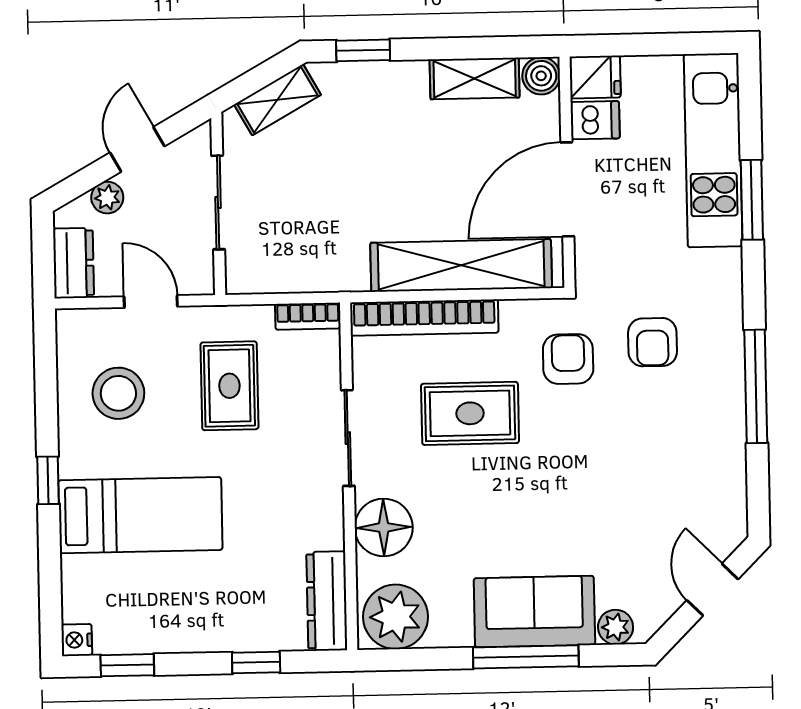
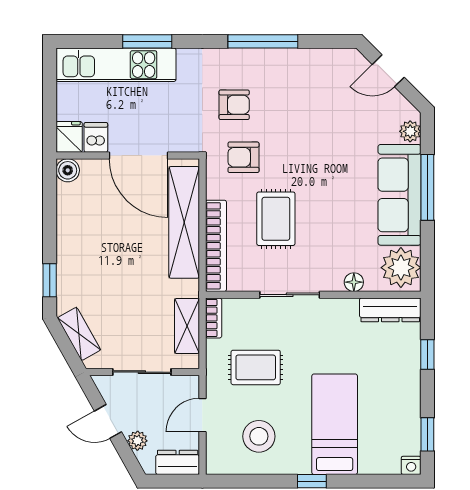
shelving: (475, 78) -> (187, 326), moved
floor lamp: (384, 527) -> (354, 282), width x0.53, depth x0.53
sofa: (534, 612) -> (400, 195), width x1.36

